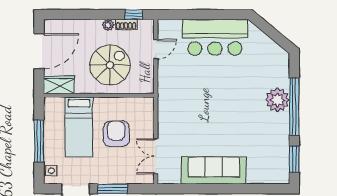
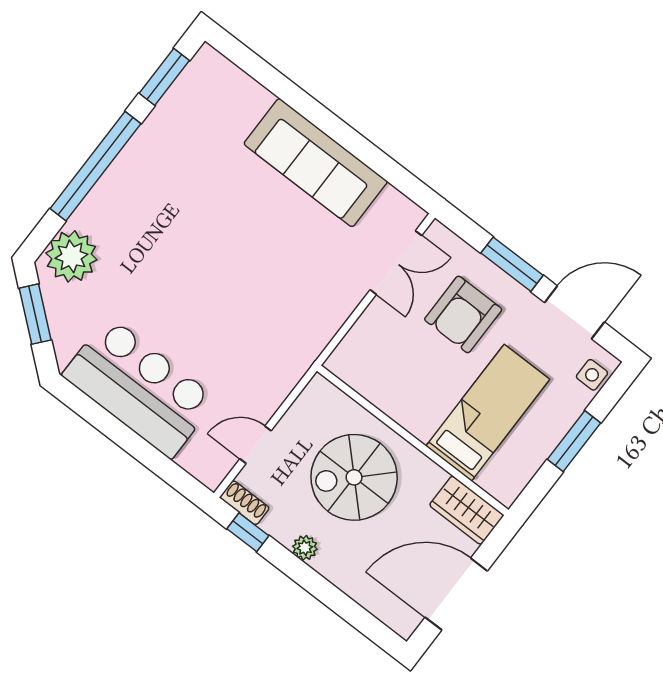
shoe rack: (126, 24) -> (245, 503), moved
window: (274, 35) -> (35, 314), added
plant: (277, 100) -> (71, 256), moved
armchair: (116, 134) -> (463, 314), moved
window: (39, 141) -> (574, 441), width x0.69

